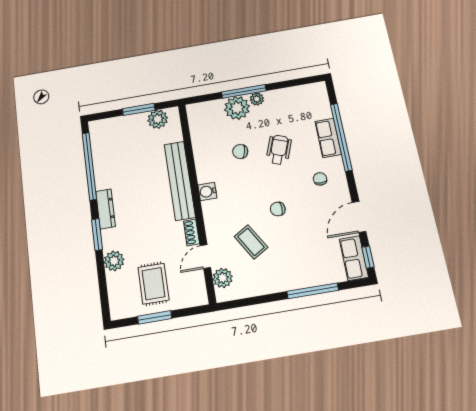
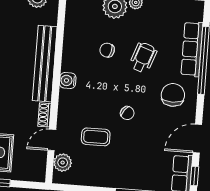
row of seats: (328, 138) -> (192, 49), width x1.48
chair: (320, 179) -> (173, 95), width x1.87, depth x1.87
chair: (278, 209) -> (127, 113), turned -143
coffee table: (251, 242) -> (96, 137), turned -59

